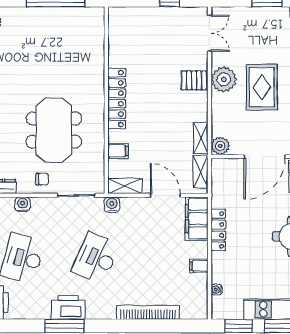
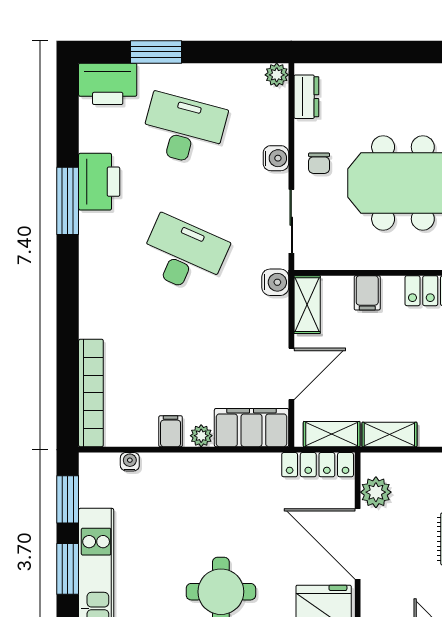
plant: (220, 146) -> (376, 492), moved
water cooler: (23, 204) -> (276, 158), moved
locker: (218, 230) -> (318, 465), moved
plant: (201, 248) -> (201, 436), added
printer: (68, 308) -> (99, 182), moved
bookcase: (148, 312) -> (91, 393), moved

